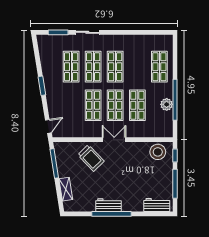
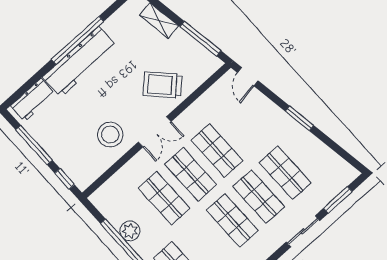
stool: (158, 152) -> (110, 135), moved
workbench: (108, 205) -> (80, 62), width x1.88, depth x1.32

